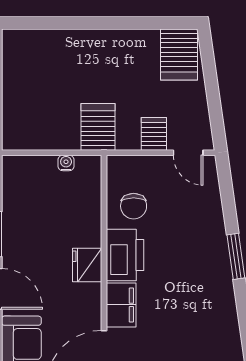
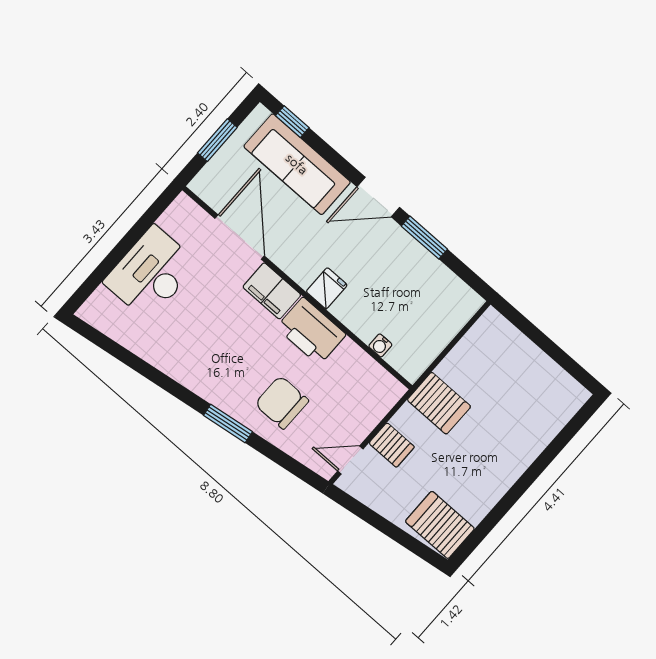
water cooler: (66, 163) -> (380, 345), moved, turned 90
chair: (134, 206) -> (282, 402), moved, width x1.37, depth x1.37
fridge: (87, 265) -> (327, 288), width x0.72

